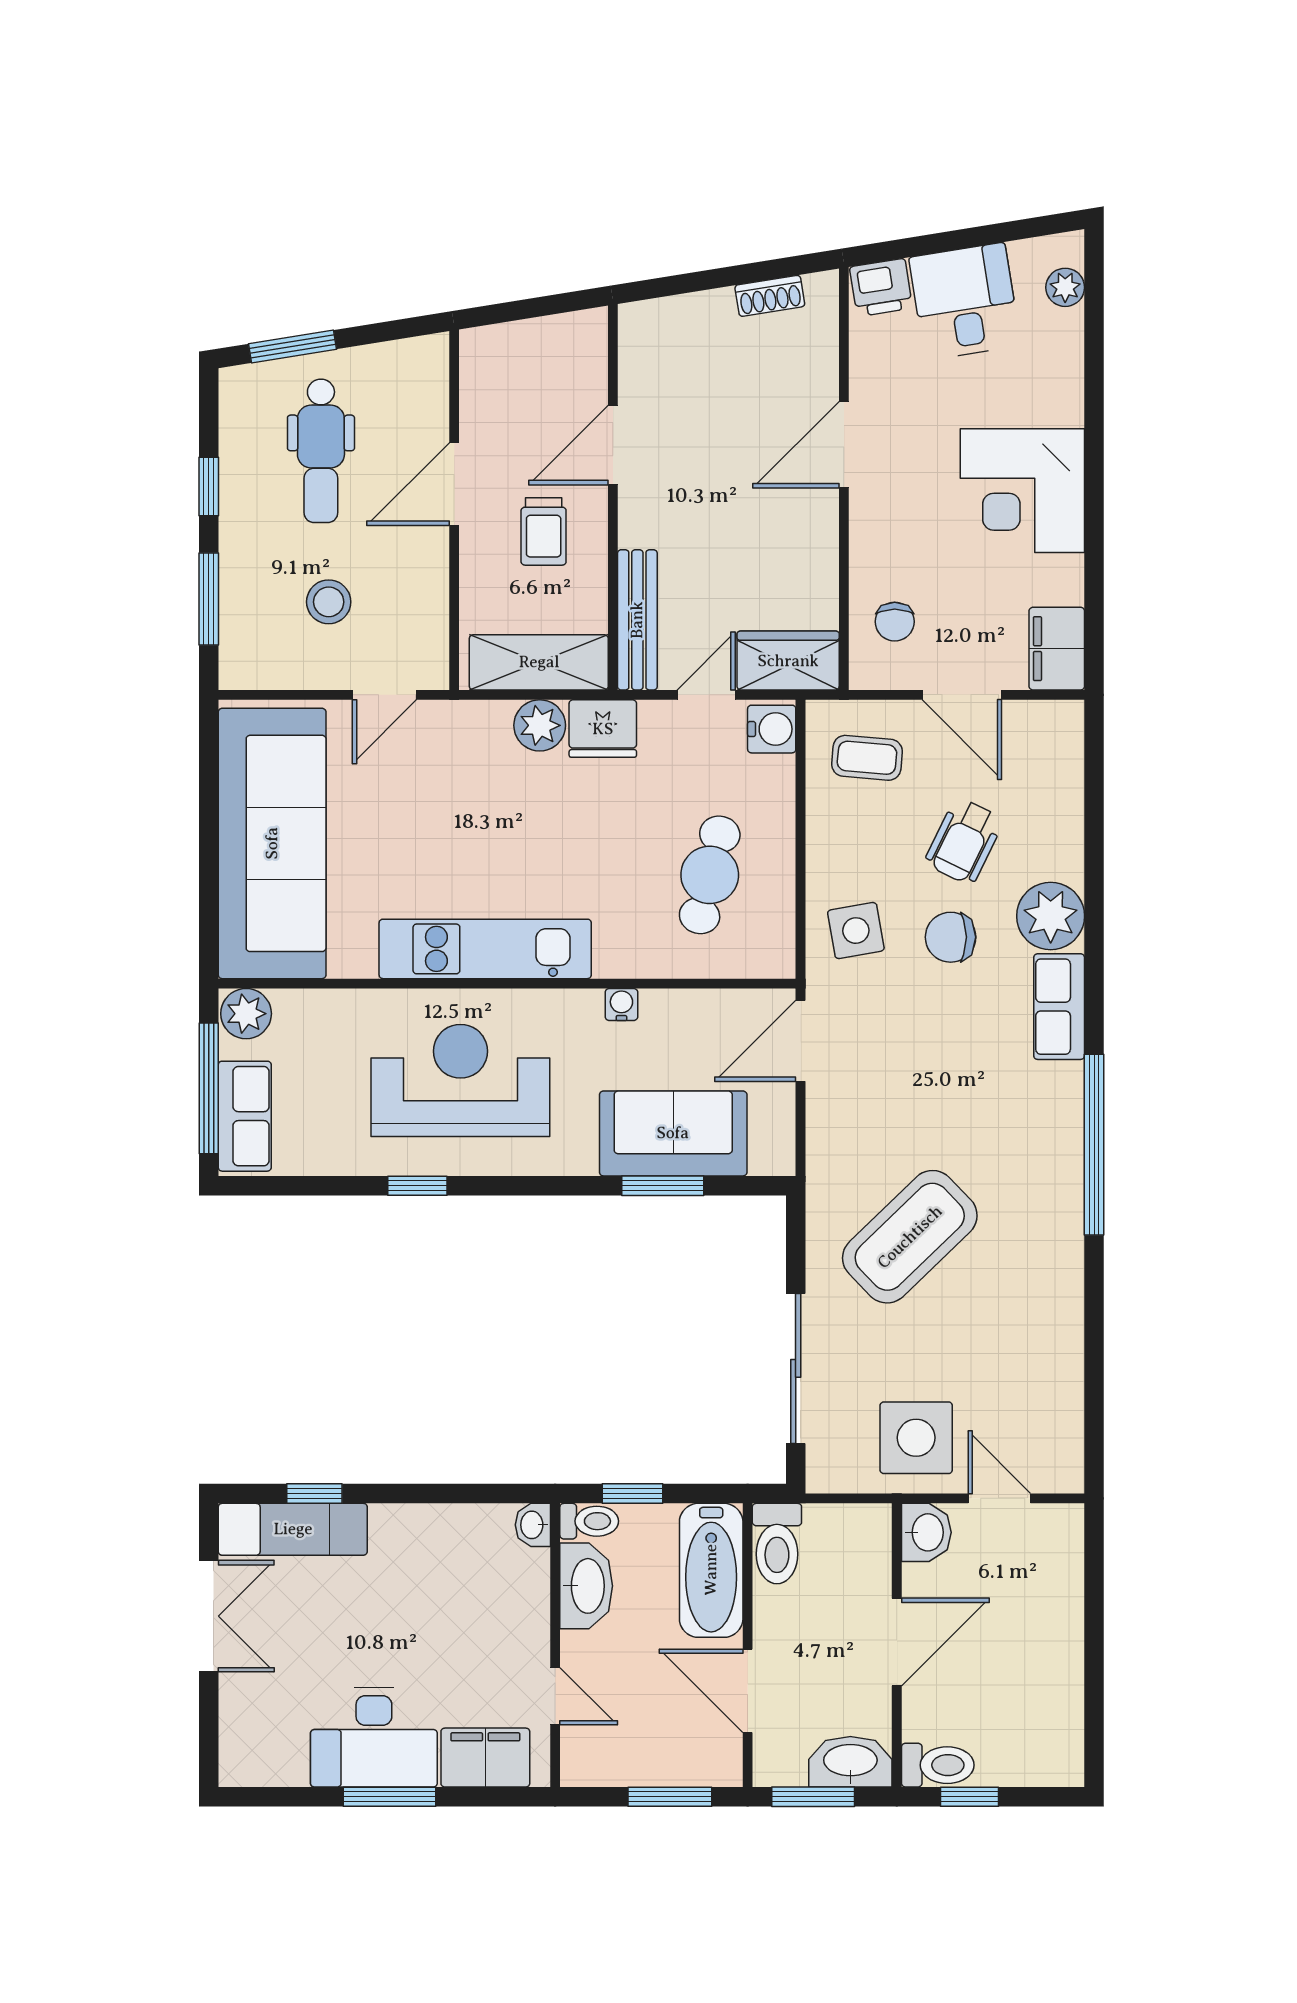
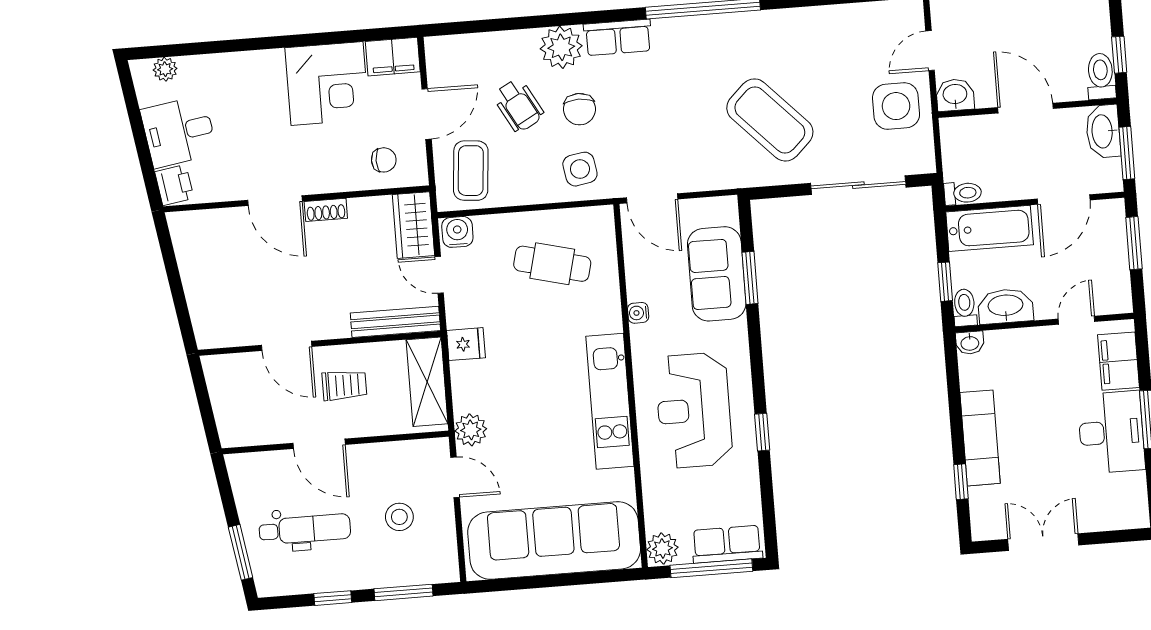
shoe rack: (770, 296) -> (326, 210), moved, turned 99
corner desk: (1022, 491) -> (327, 84), moved
plant: (540, 725) -> (471, 430), moved
fridge: (603, 729) -> (466, 344), width x0.72
coffee table: (867, 758) -> (471, 171), width x1.36, depth x1.30
wheelchair: (964, 841) -> (519, 105), turned 35
exam couch: (293, 1529) -> (980, 438), moved
toilet: (777, 1544) -> (963, 193), width x0.73, depth x0.72

